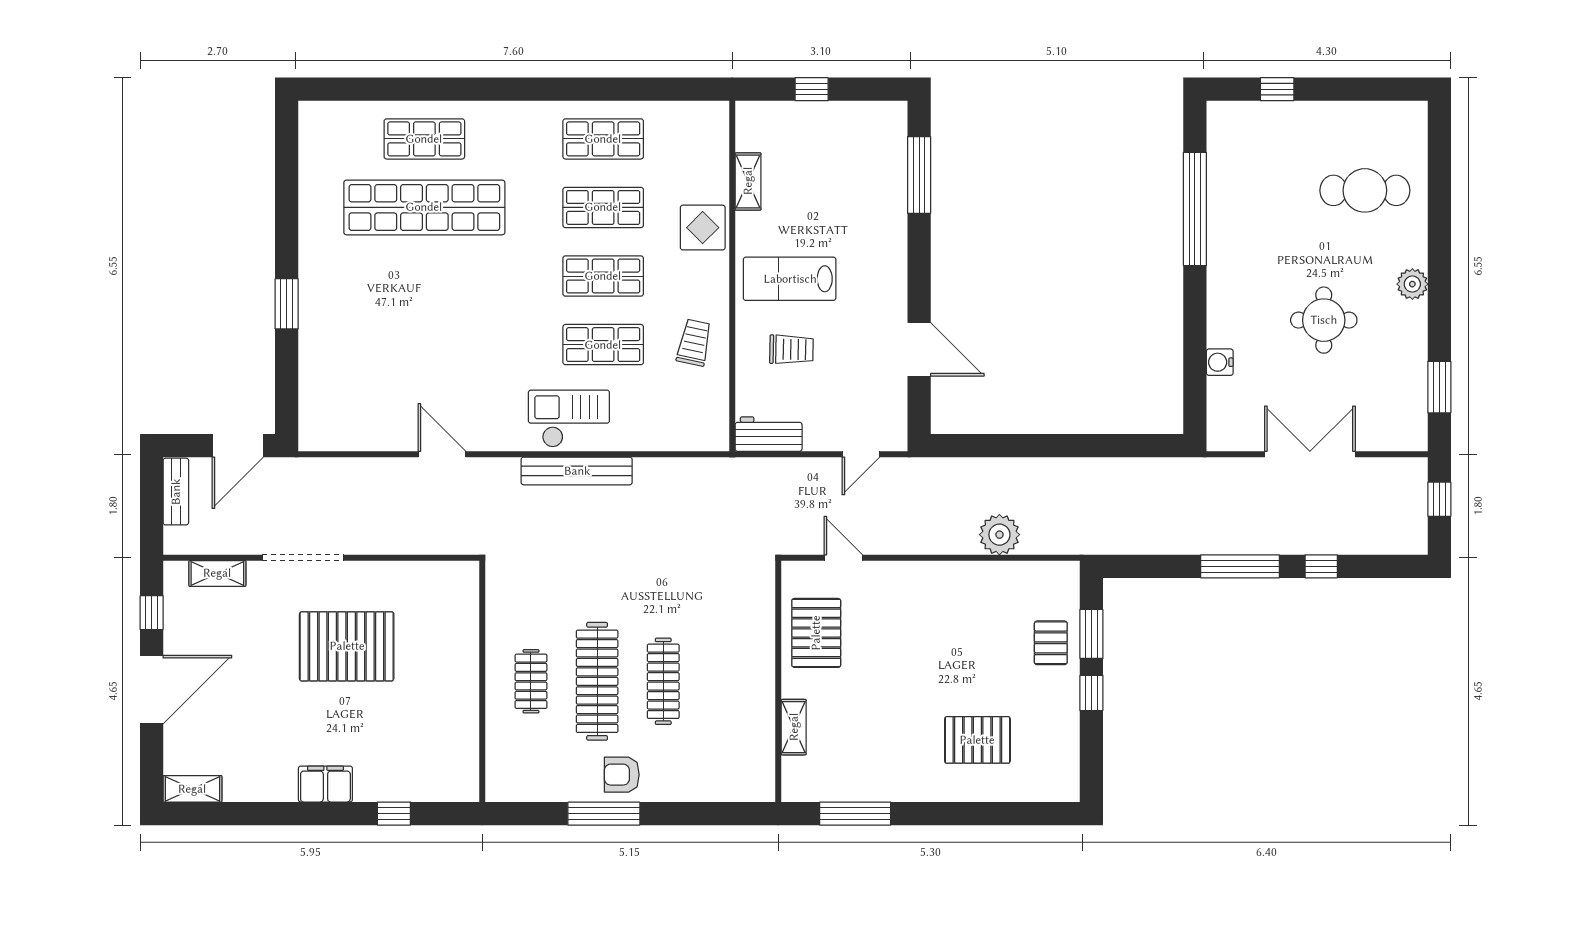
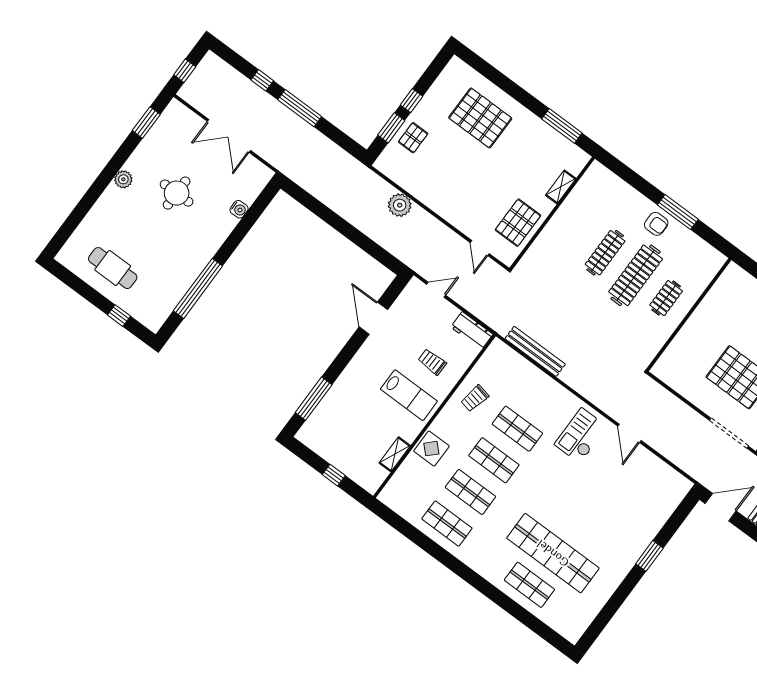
cafe table: (1365, 190) -> (113, 268), moved
checkout: (569, 419) -> (581, 435), moved, turned 90
bench: (577, 471) -> (535, 351), moved
pallet: (977, 740) -> (480, 118), width x1.37, depth x1.41

